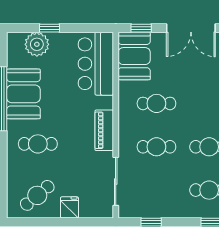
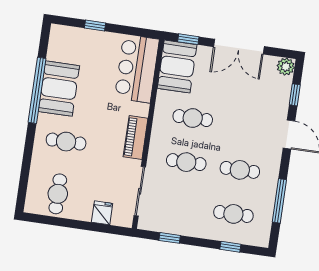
plant: (37, 44) -> (80, 40), removed
cafe table: (37, 195) -> (58, 194), turned -50
fridge: (69, 207) -> (102, 213), moved

